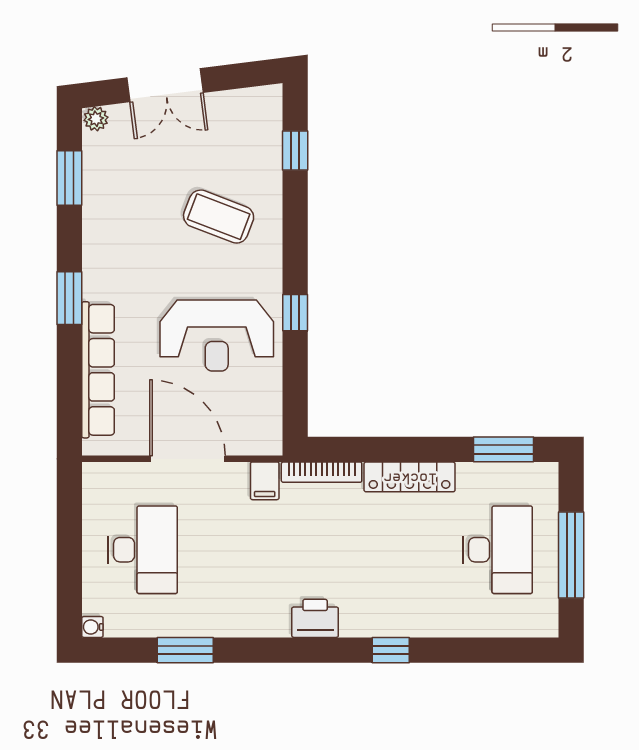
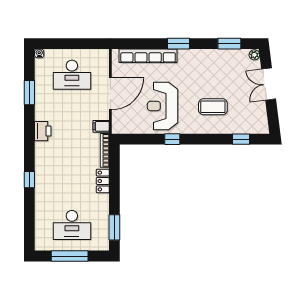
coffee table: (219, 217) -> (213, 107), turned 69
locker: (410, 477) -> (103, 181), width x0.66
printer: (315, 618) -> (43, 131), moved

